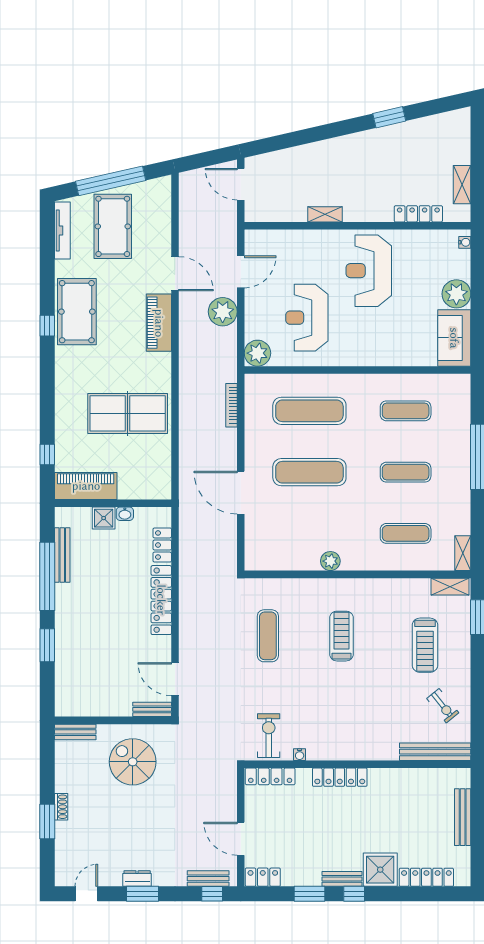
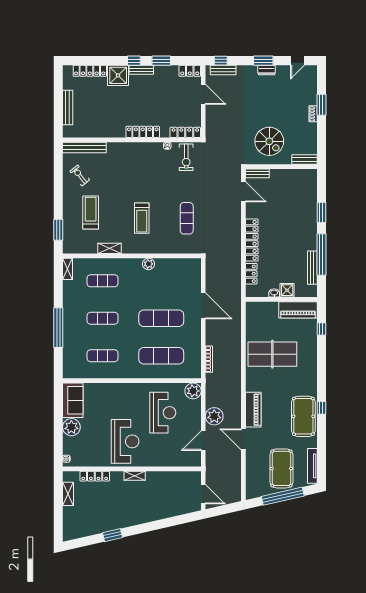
shelving: (325, 214) -> (135, 476), moved
shelving: (450, 587) -> (110, 248), moved

